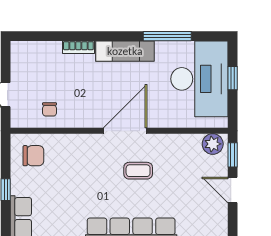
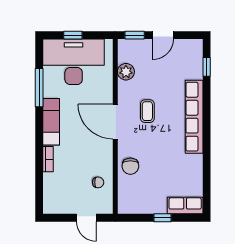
plant: (213, 144) -> (126, 72), moved
chair: (33, 156) -> (130, 166), moved, turned 180

